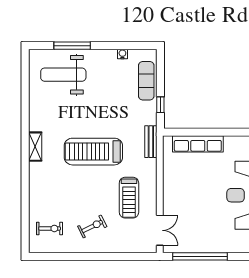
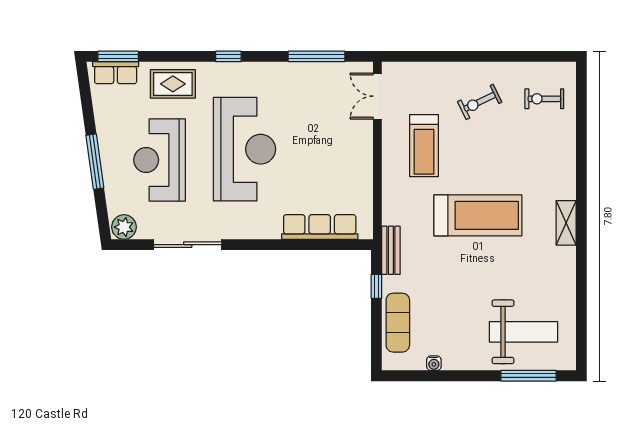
window: (72, 46) -> (529, 376), moved
bench: (151, 142) -> (391, 250), moved
treadmill: (129, 198) -> (424, 146), turned 180
window: (200, 256) -> (316, 56), width x0.68

